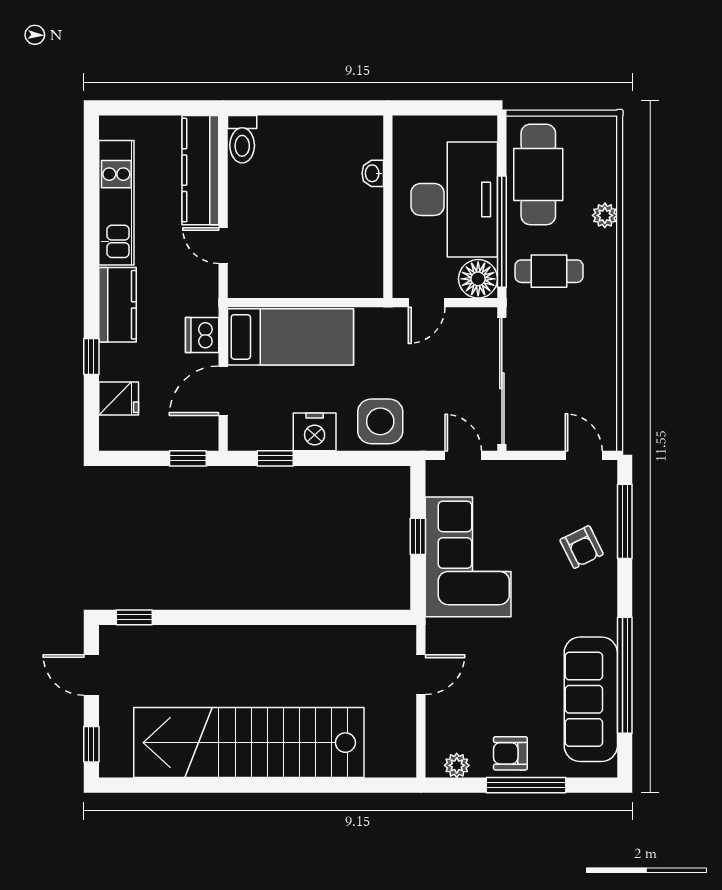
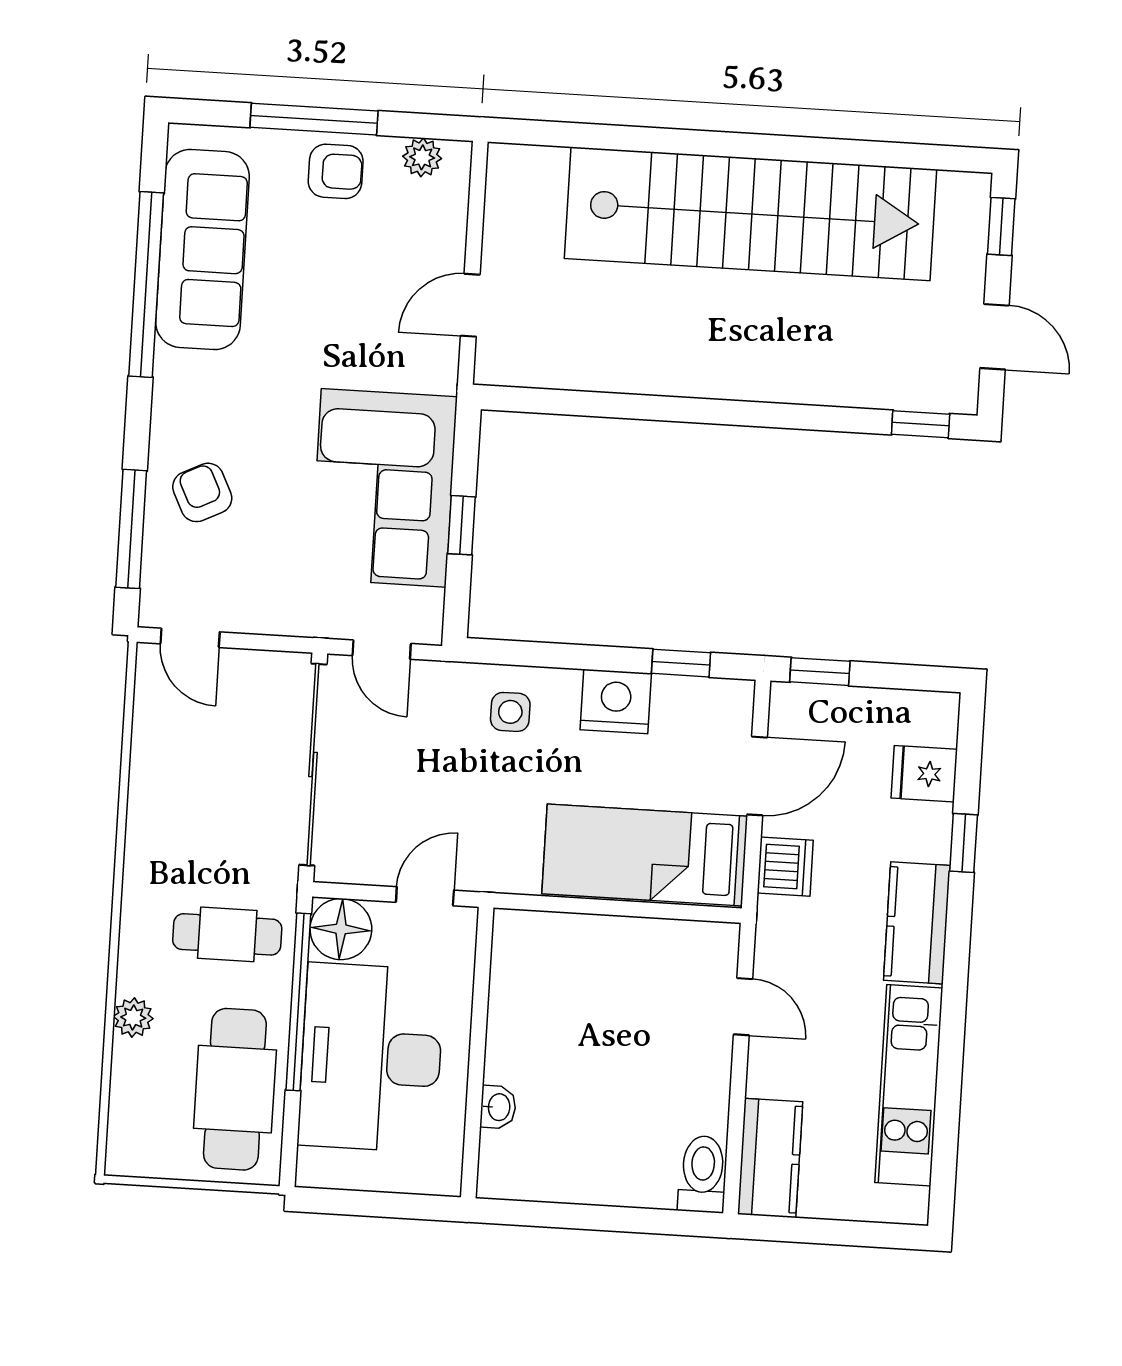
kitchen counter: (200, 170) -> (770, 1158), width x0.67
side table: (380, 421) -> (510, 712), width x0.54, depth x0.54

